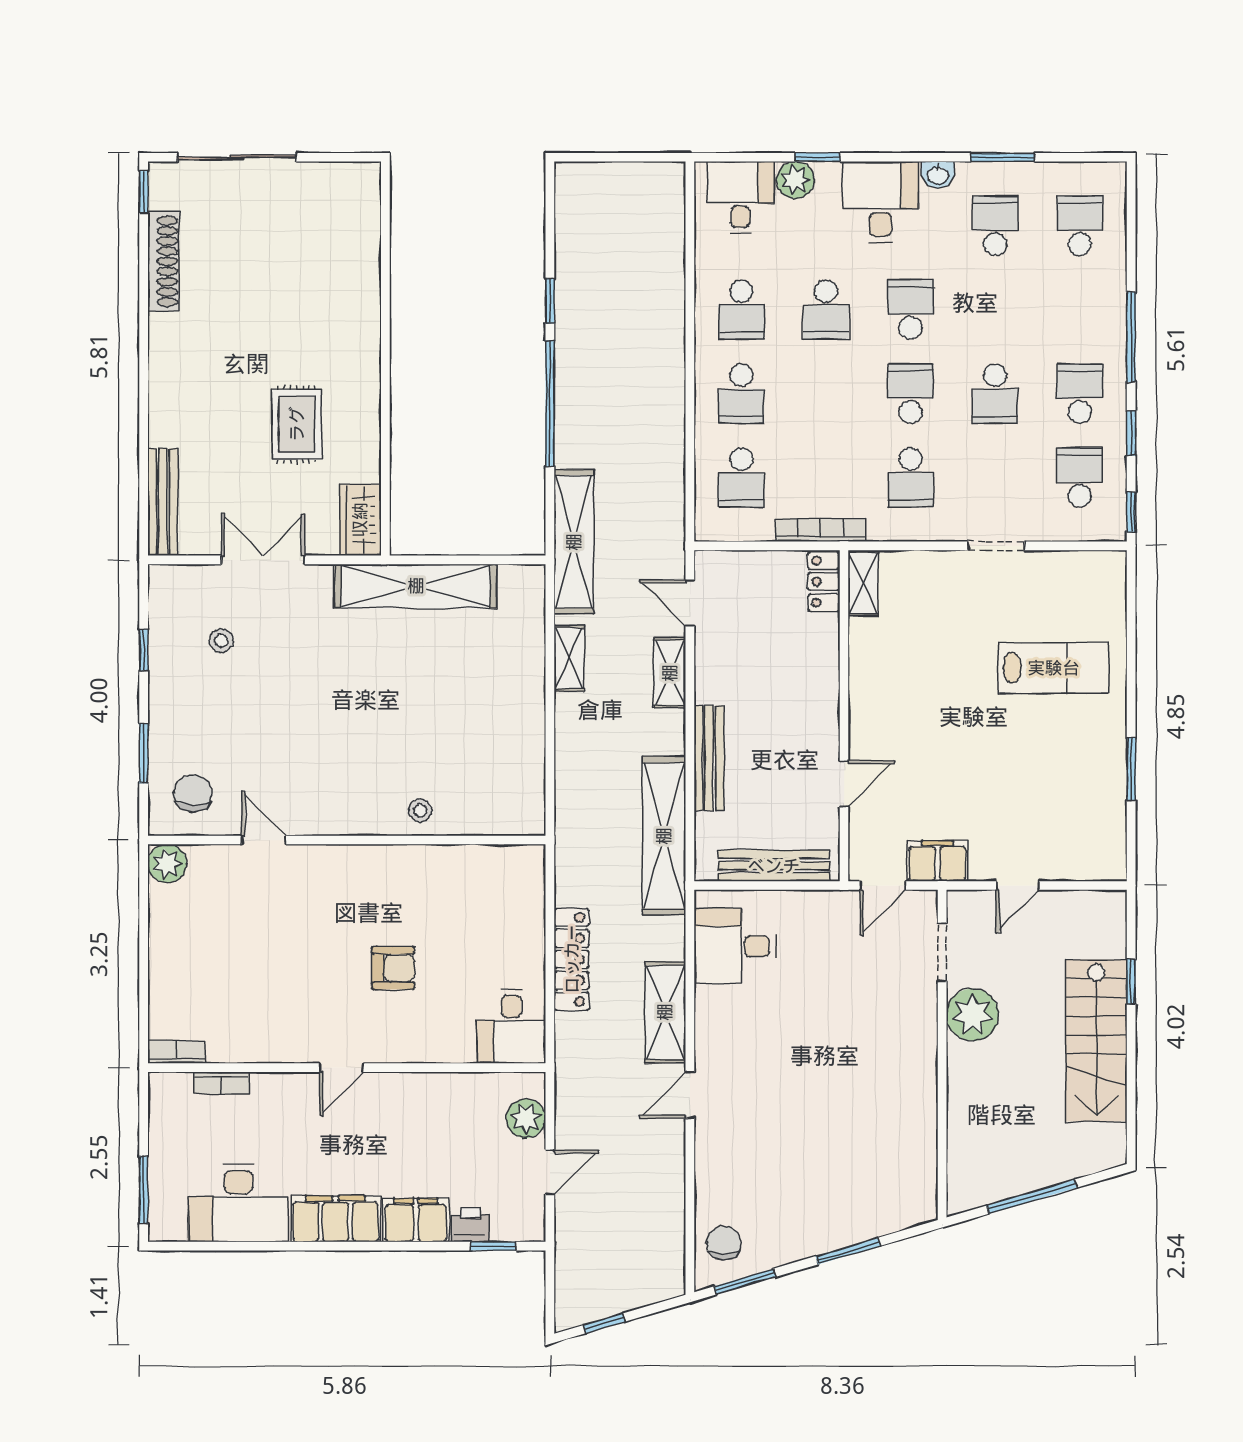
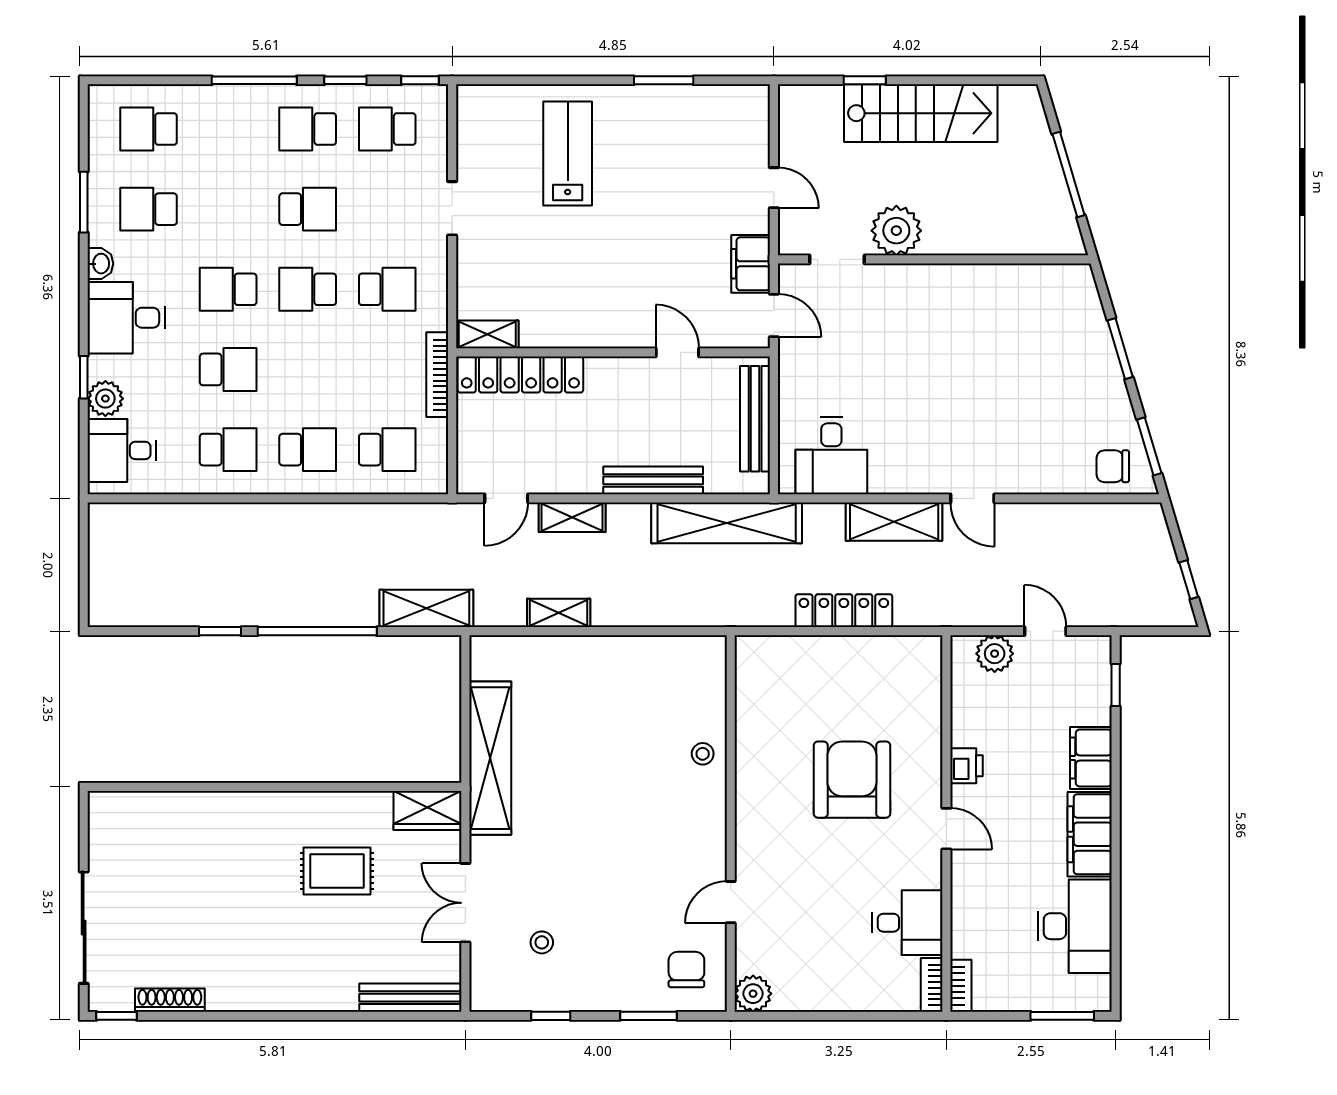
shoe rack: (163, 261) -> (170, 1000), width x0.74, depth x0.81
shelving: (574, 542) -> (426, 608), width x0.68
locker: (824, 582) -> (520, 375), width x2.16, depth x1.21
chair: (193, 793) -> (686, 970), turned 90
armchair: (393, 968) -> (852, 780), width x1.88, depth x1.88
desk: (511, 1026) -> (907, 923), moved
bookcase: (222, 1083) -> (961, 986), moved
printer: (470, 1225) -> (966, 766), moved, turned 180

